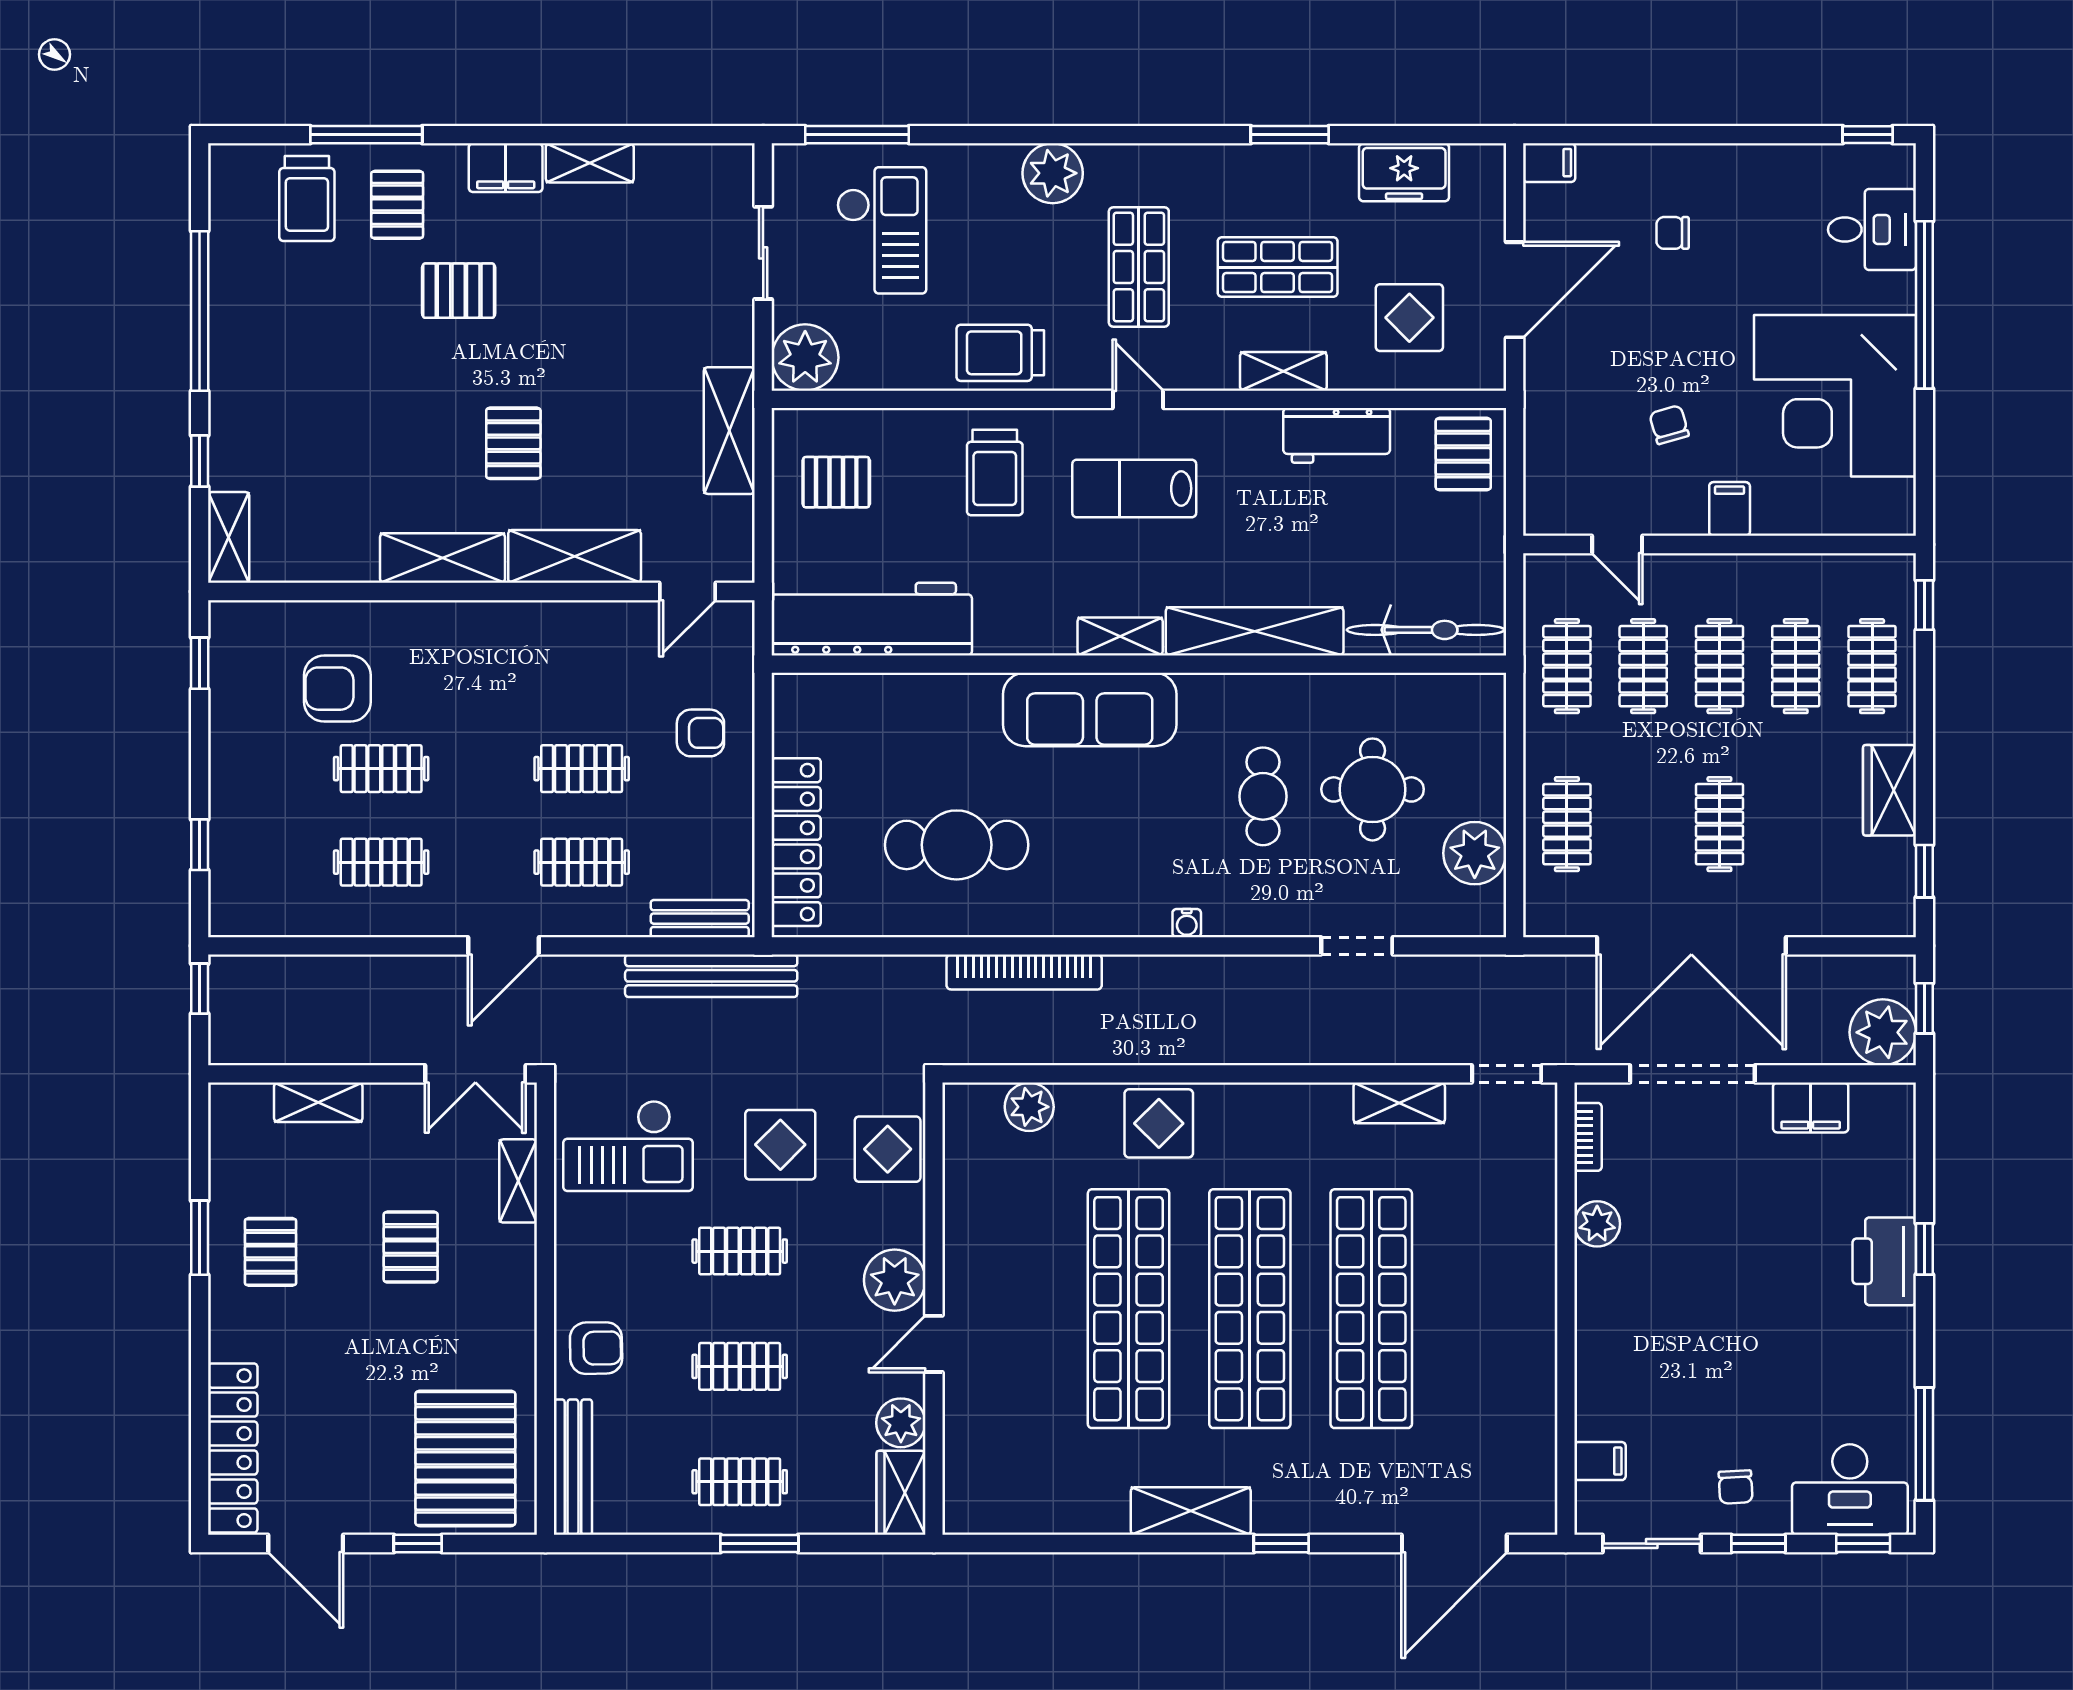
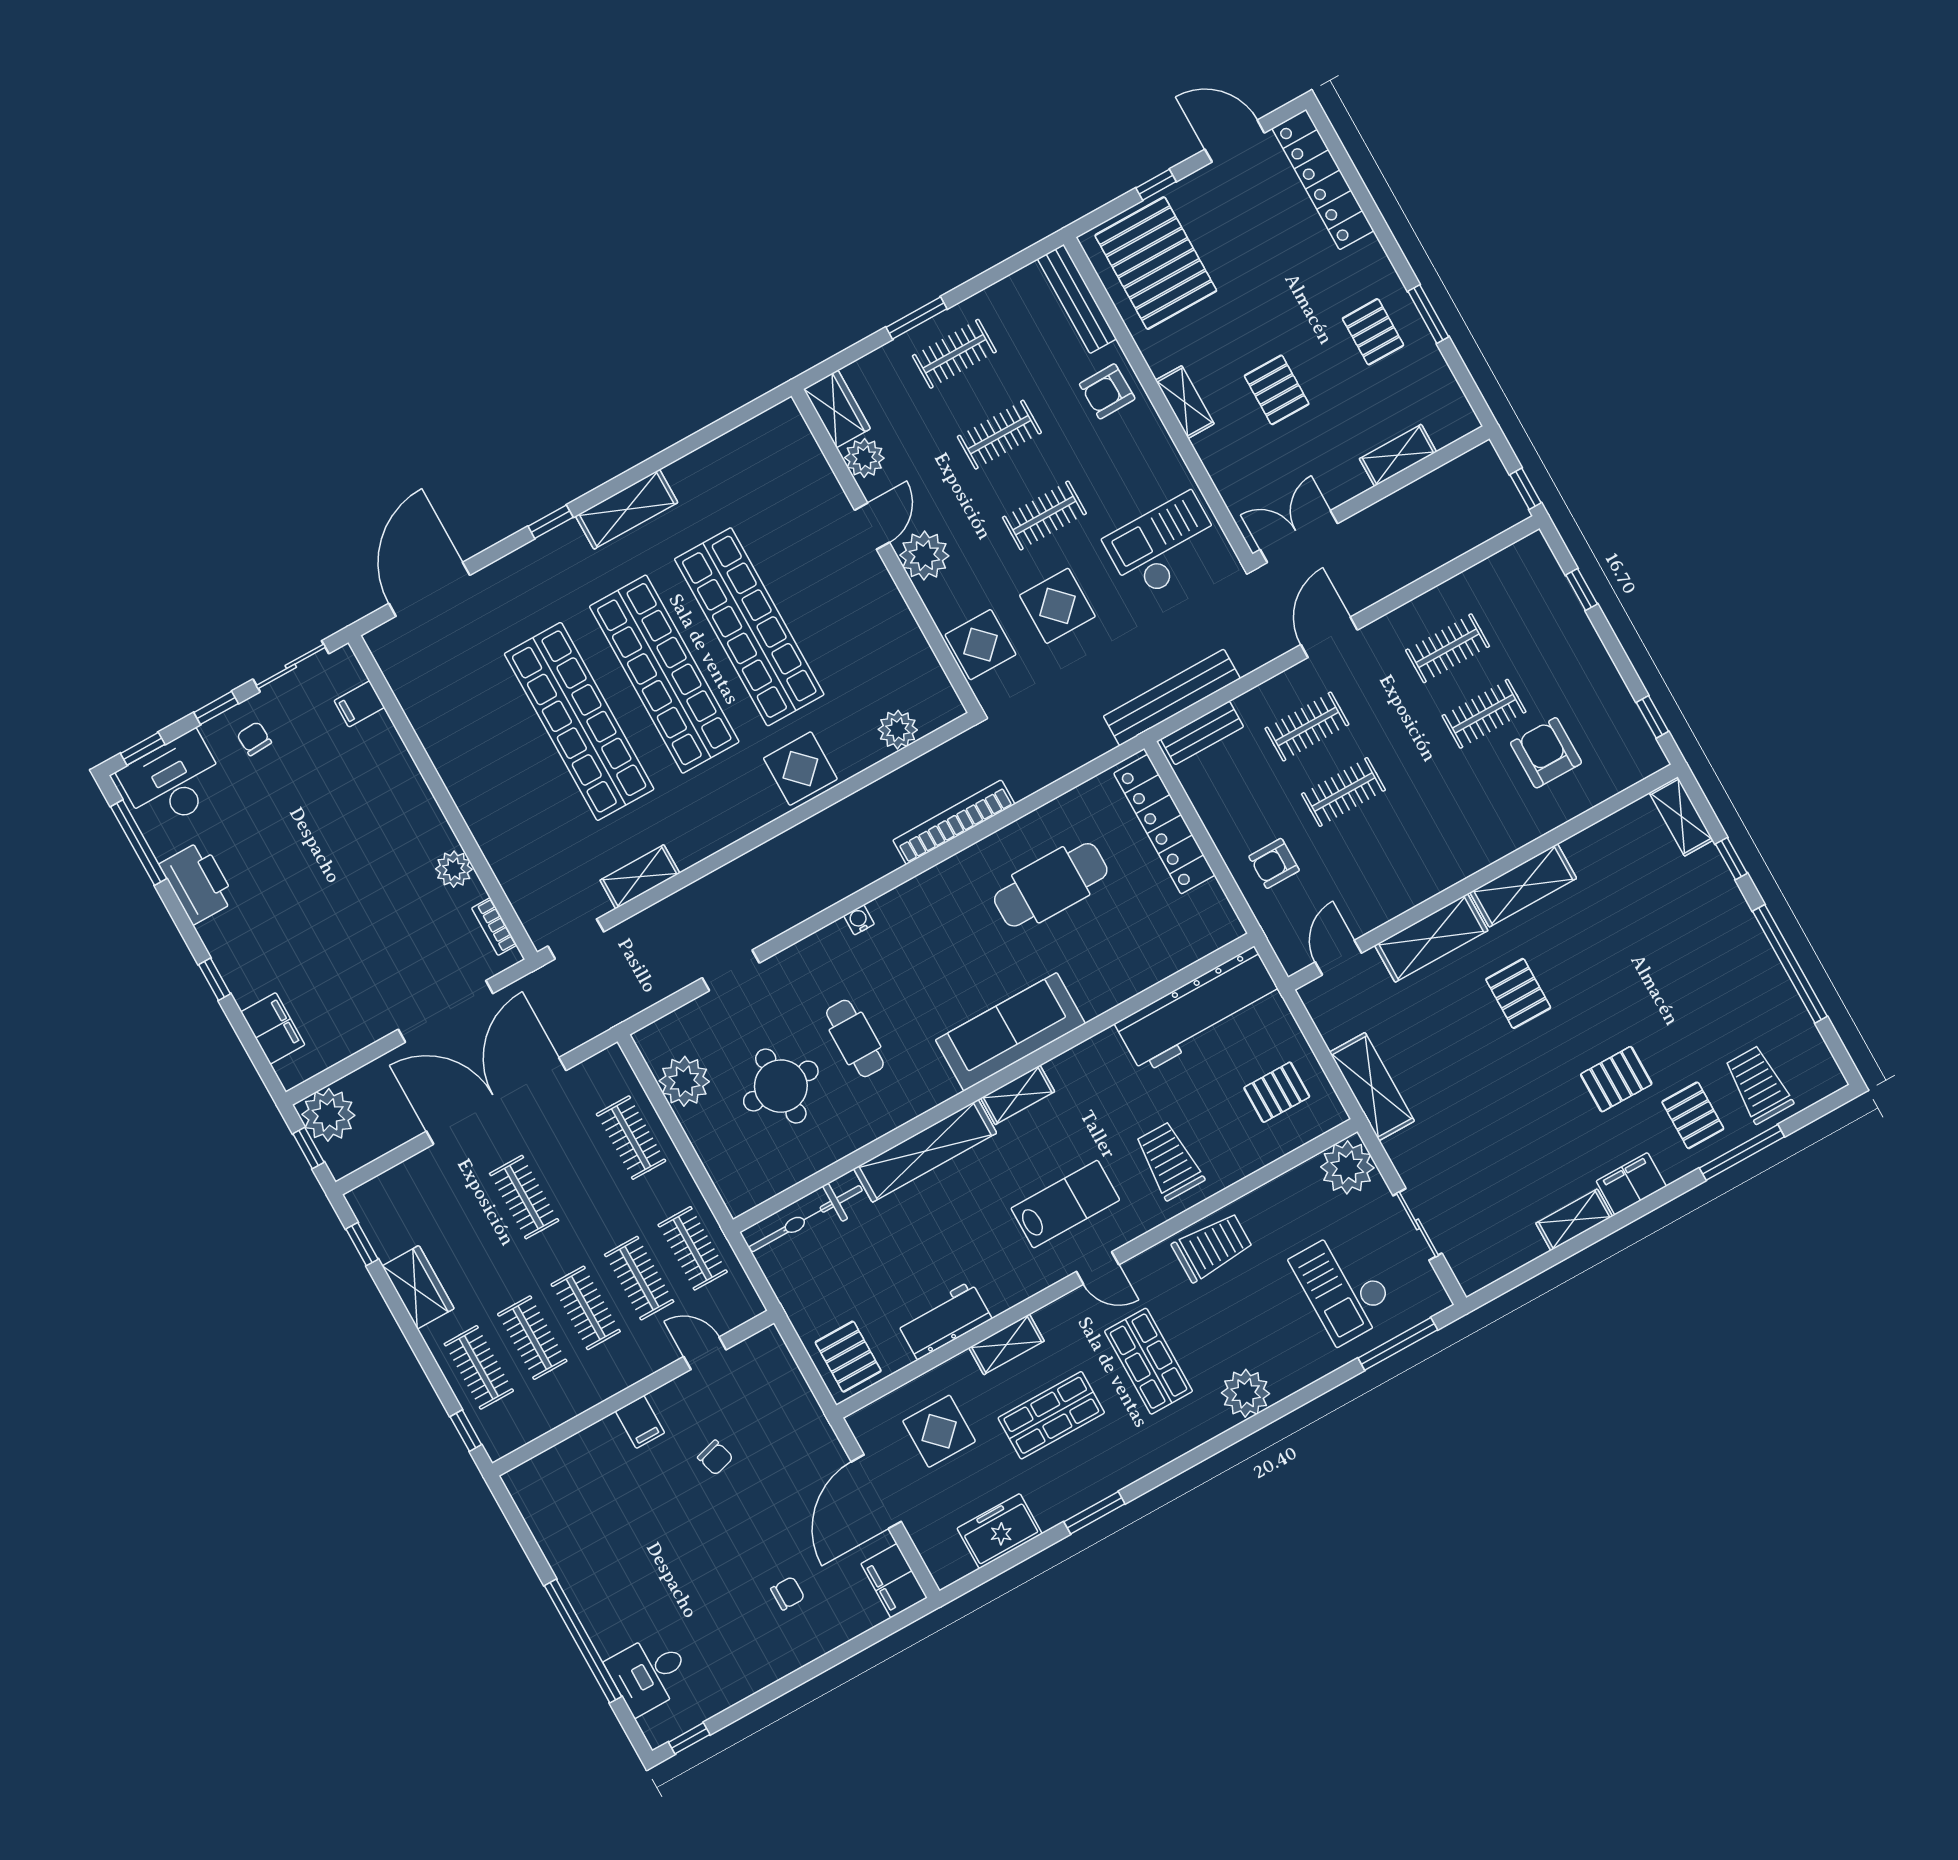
filing cabinet: (1549, 163) -> (894, 1581), width x2.00
corner desk: (1835, 396) -> (610, 1542), removed
armchair: (337, 689) -> (1546, 753), turned -90
filing cabinet: (1811, 1107) -> (273, 1028), moved, turned 90
shelving: (518, 1181) -> (1185, 402), moved
printer: (1884, 1261) -> (198, 883), moved

